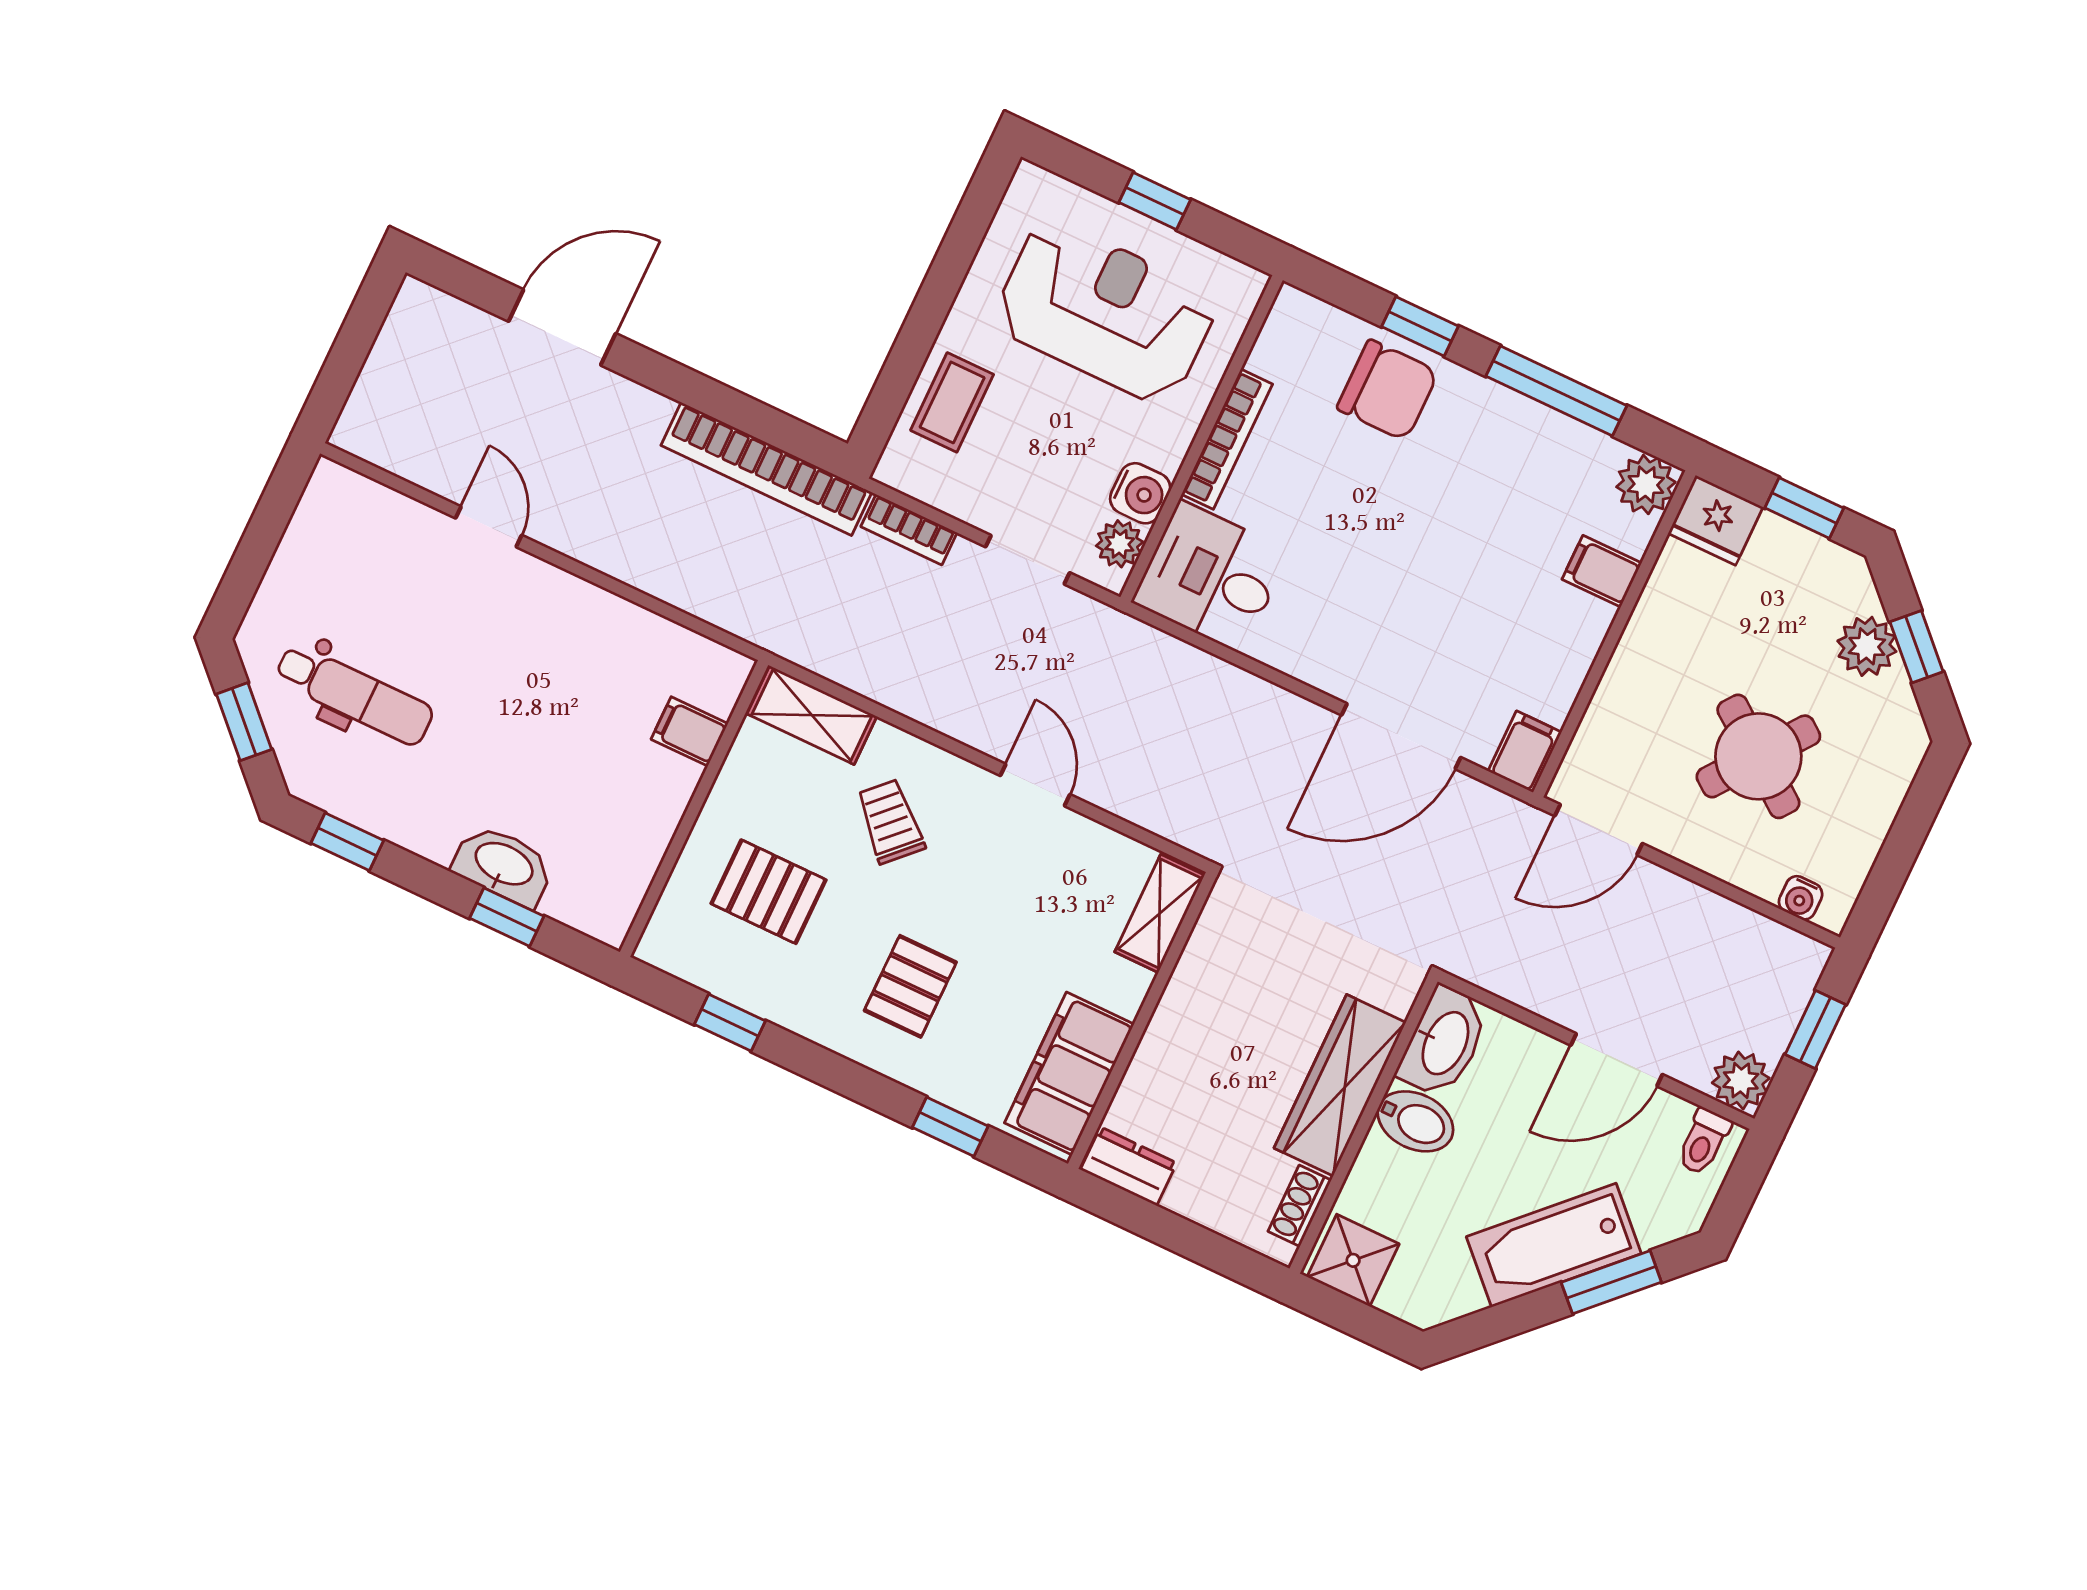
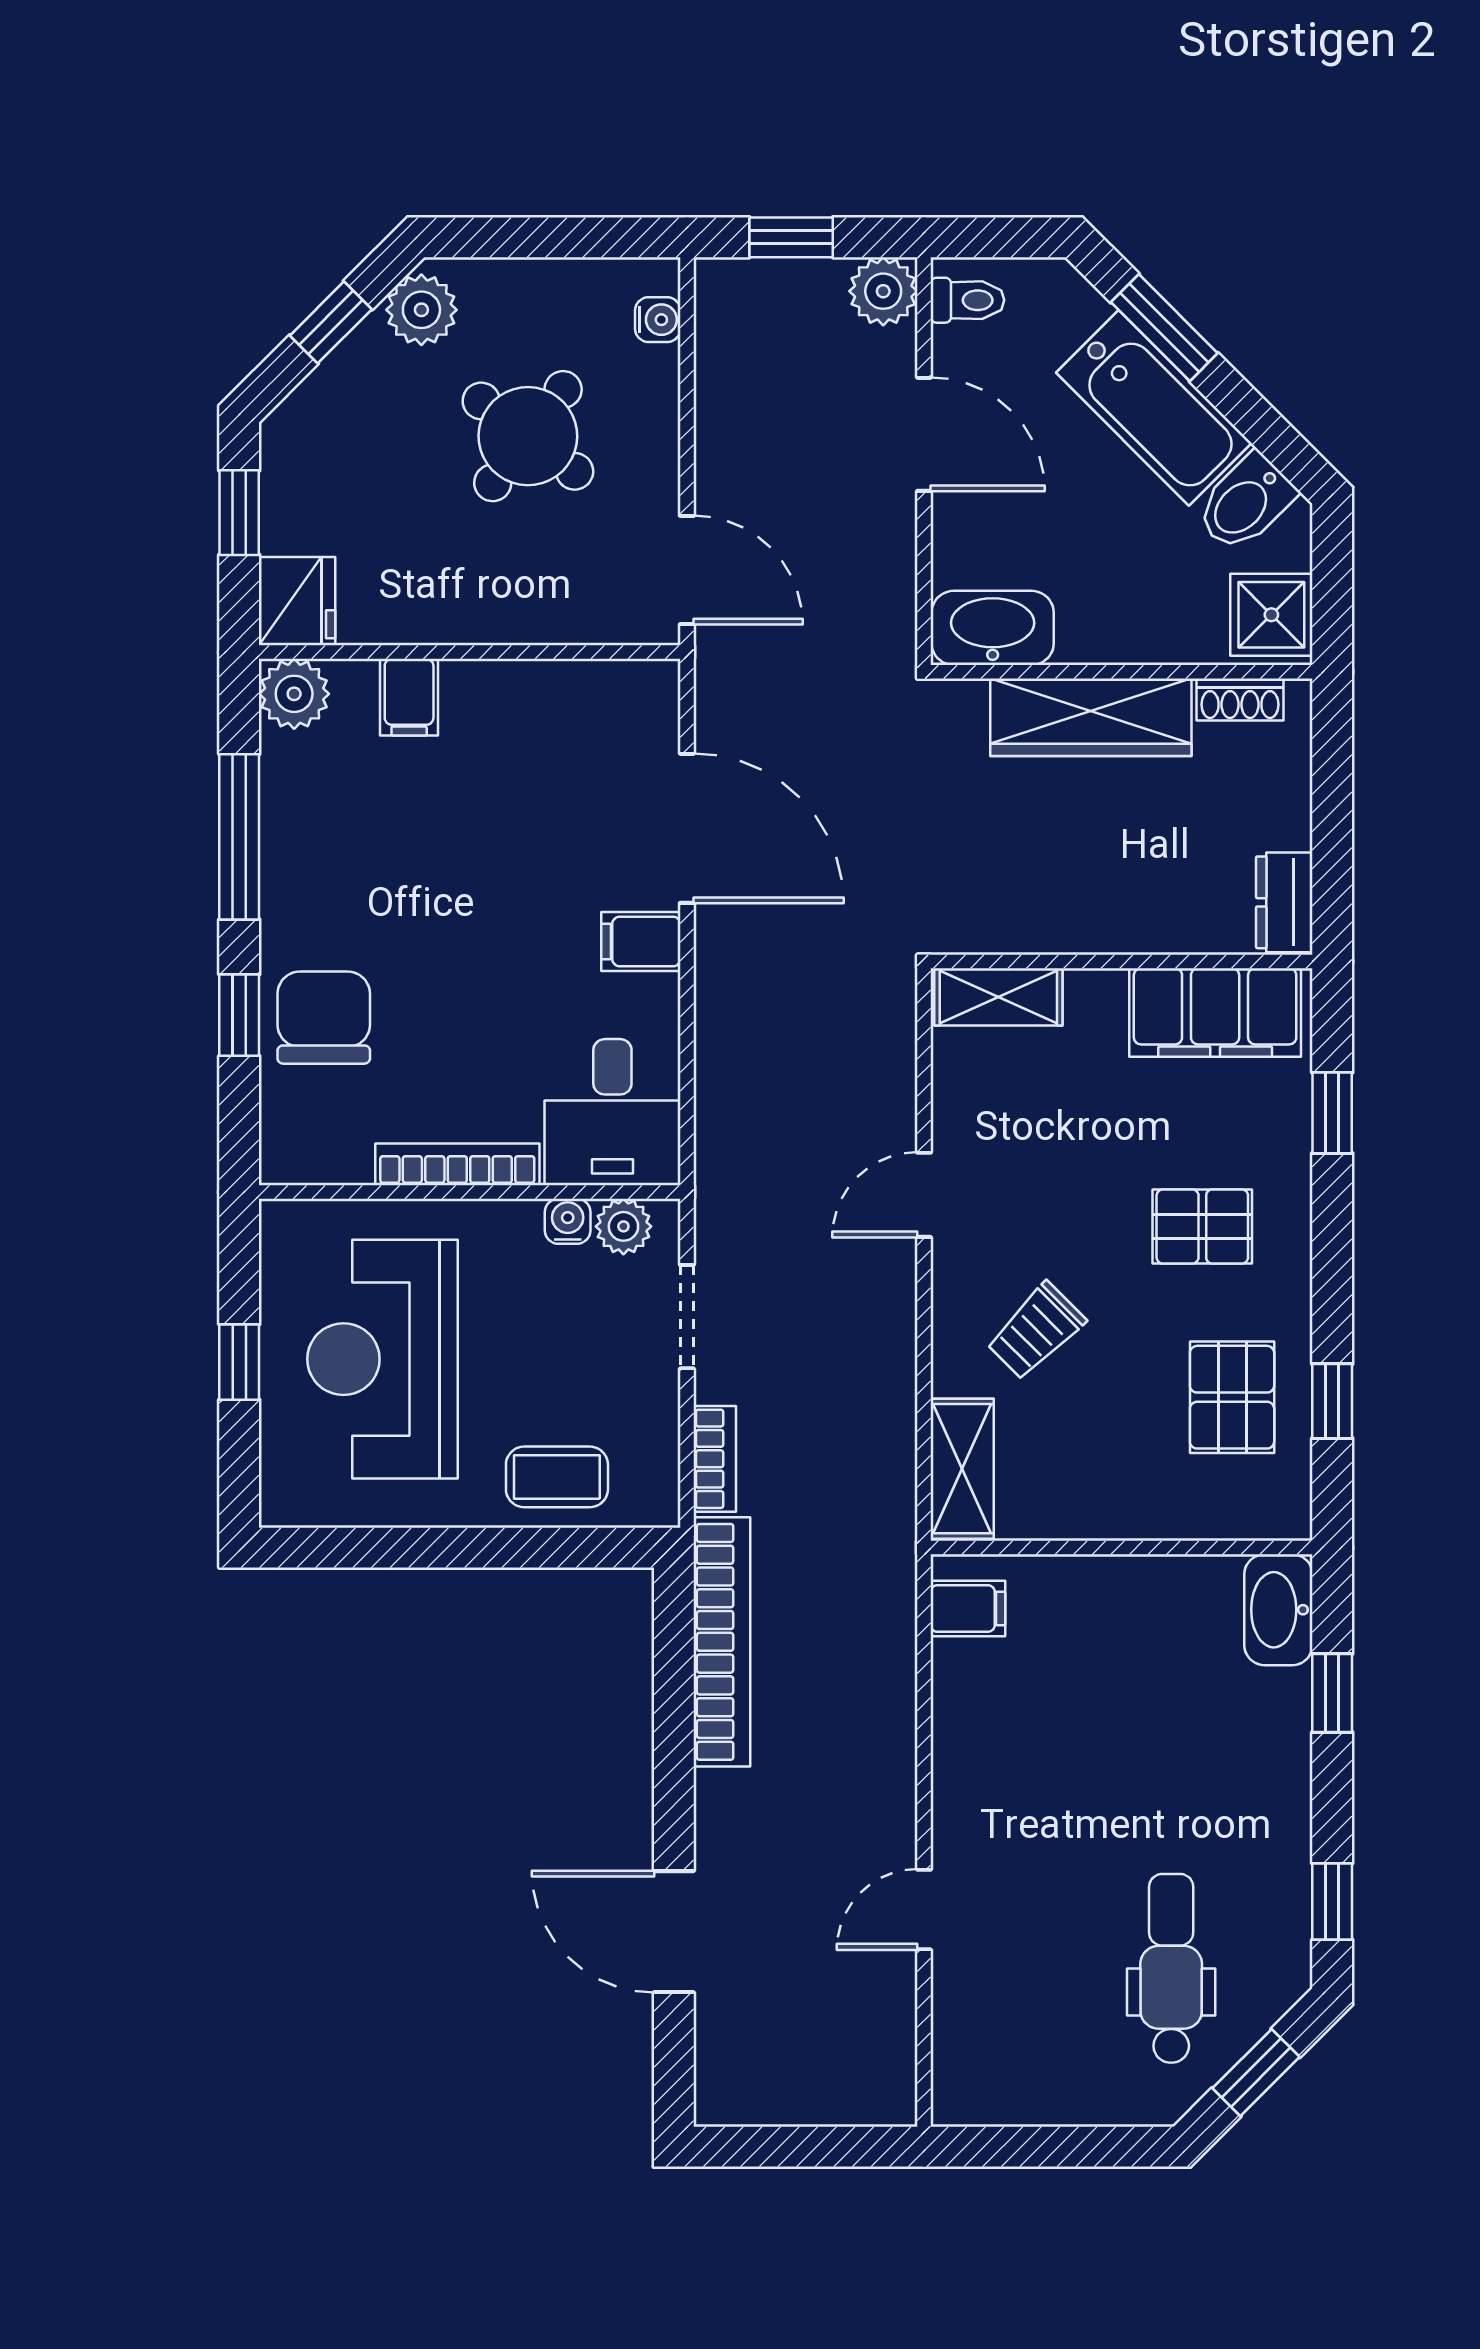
water cooler: (1140, 493) -> (568, 1221), width x0.72, depth x0.72
plant: (1867, 646) -> (421, 310), moved
filing cabinet: (690, 731) -> (968, 1608), moved, turned -90
filing cabinet: (1525, 752) -> (641, 942), moved
washbasin: (503, 865) -> (1278, 1610), moved
pallet: (768, 892) -> (1232, 1397), moved
bidet: (1415, 1121) -> (1245, 503), moved, turned -135

